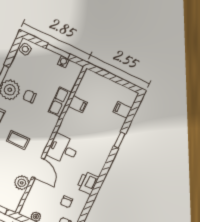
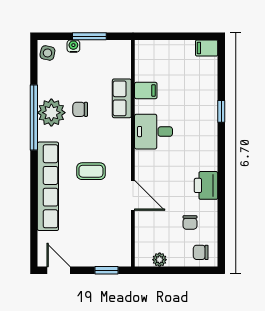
water cooler: (63, 62) -> (73, 46), moved
filing cabinet: (122, 110) -> (207, 48), moved
desk: (63, 149) -> (154, 132), moved
plant: (22, 183) -> (121, 224), removed

